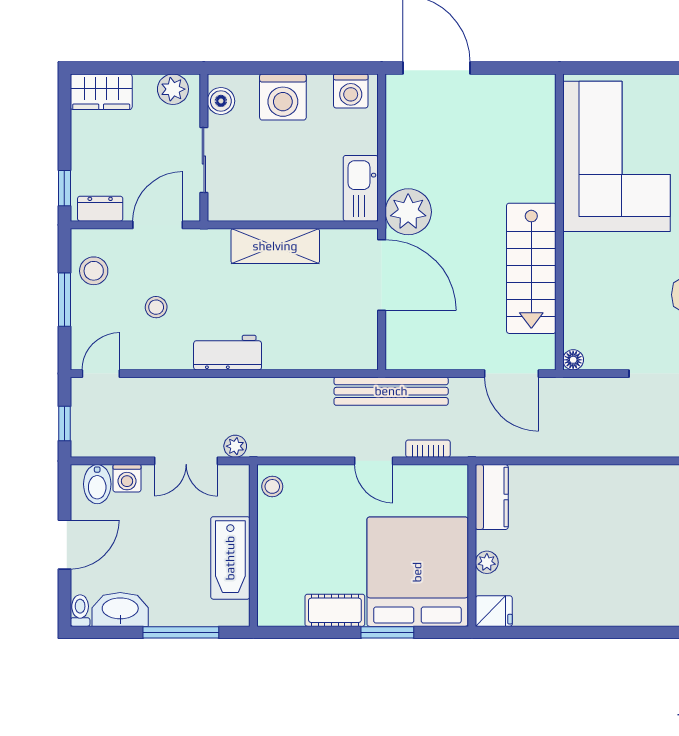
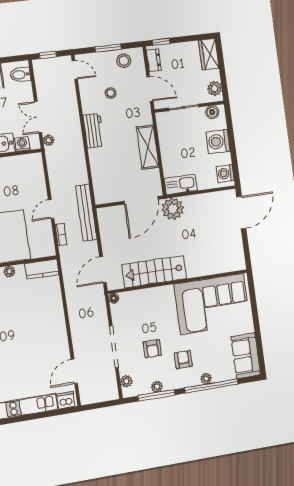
washing machine: (127, 478) -> (22, 144), moved, turned 90
stool: (272, 486) -> (32, 161), removed

